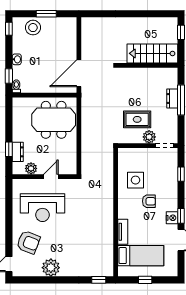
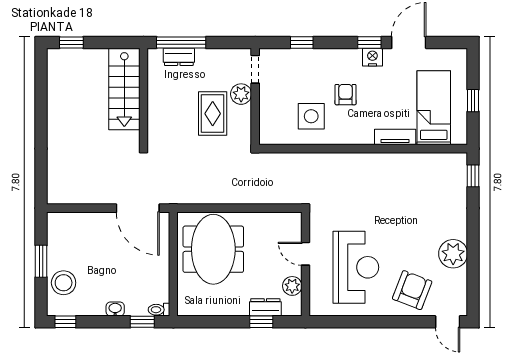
stairs: (152, 53) -> (124, 89), moved
wall: (148, 65) -> (143, 96), moved

